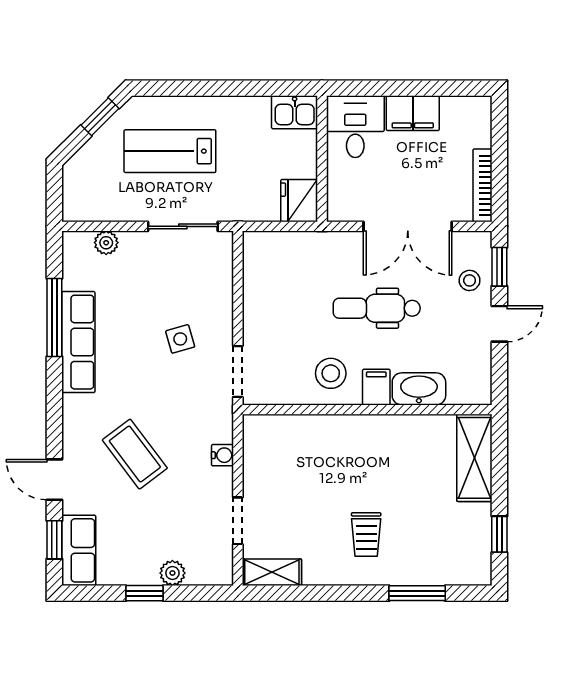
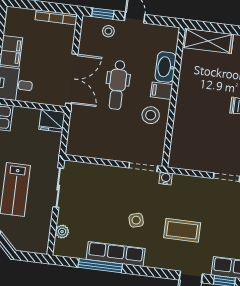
double door: (408, 226) -> (72, 79), moved
side table: (180, 339) -> (136, 220), moved
coffee table: (135, 454) -> (182, 230), turned 37
water cooler: (223, 455) -> (166, 178), moved

